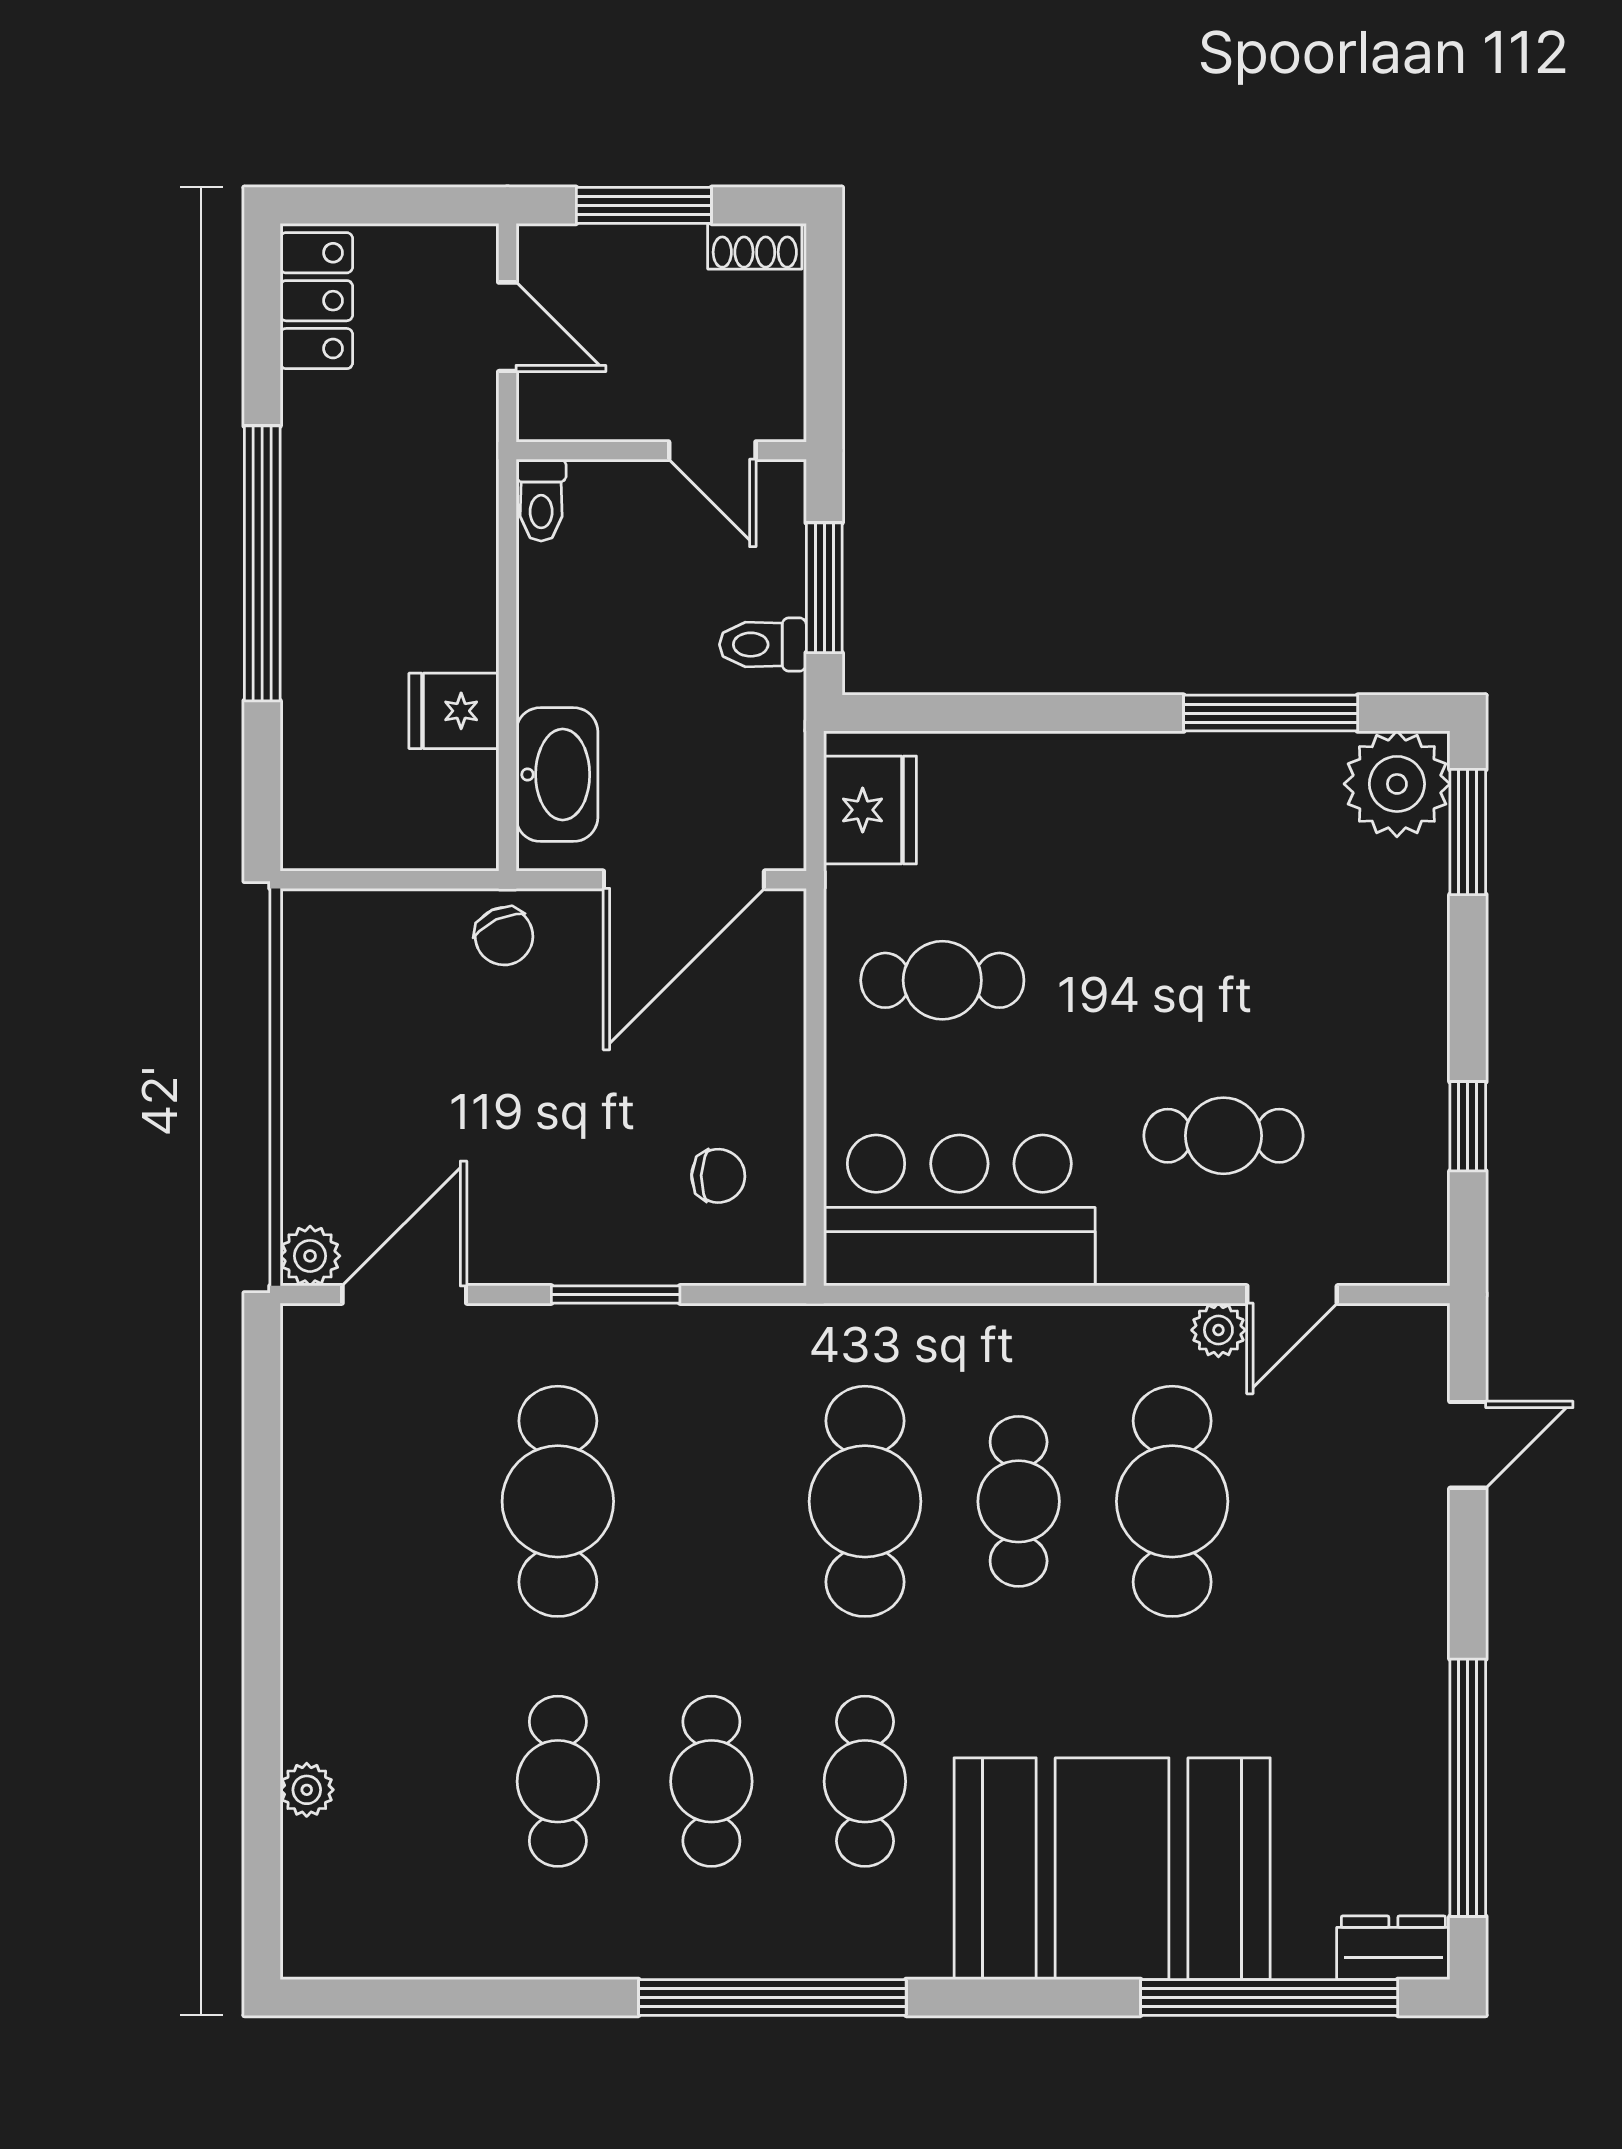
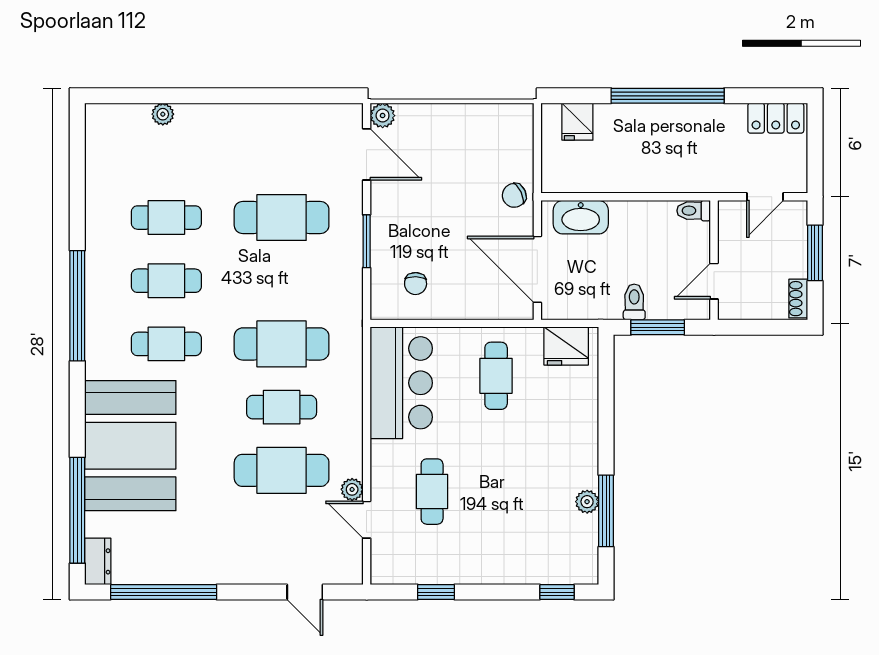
fridge: (454, 711) -> (577, 122), moved, turned 180
plant: (1397, 784) -> (587, 502), moved, width x0.53, depth x0.53
window: (1468, 832) -> (557, 592), width x0.67

